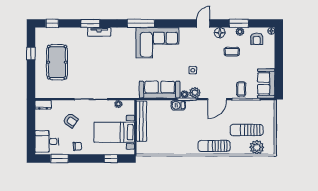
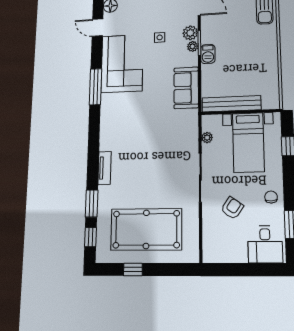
window: (90, 23) -> (92, 203), moved
window: (141, 23) -> (96, 87), moved
corner sofa: (157, 43) -> (122, 63), moved
pool table: (57, 62) -> (146, 229), width x1.36, depth x1.32
sofa: (160, 90) -> (186, 88), width x0.73
dresser: (43, 105) -> (209, 250), removed

